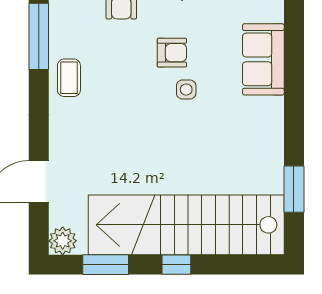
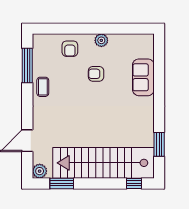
armchair: (172, 53) -> (96, 74), turned 180
side table: (186, 90) -> (103, 93), removed
window: (176, 265) -> (134, 183), moved

